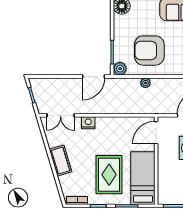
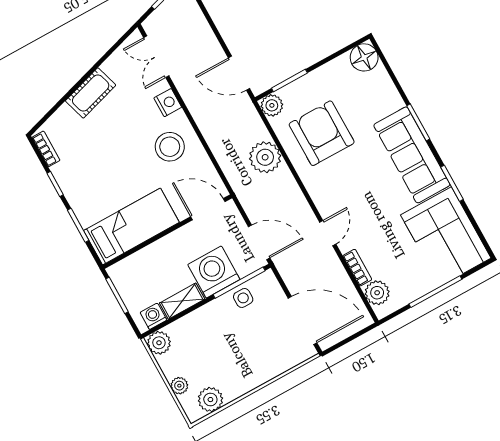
plant: (145, 83) -> (265, 157), width x1.88, depth x1.88
stool: (112, 135) -> (170, 147), added
rug: (109, 175) -> (109, 175), removed

